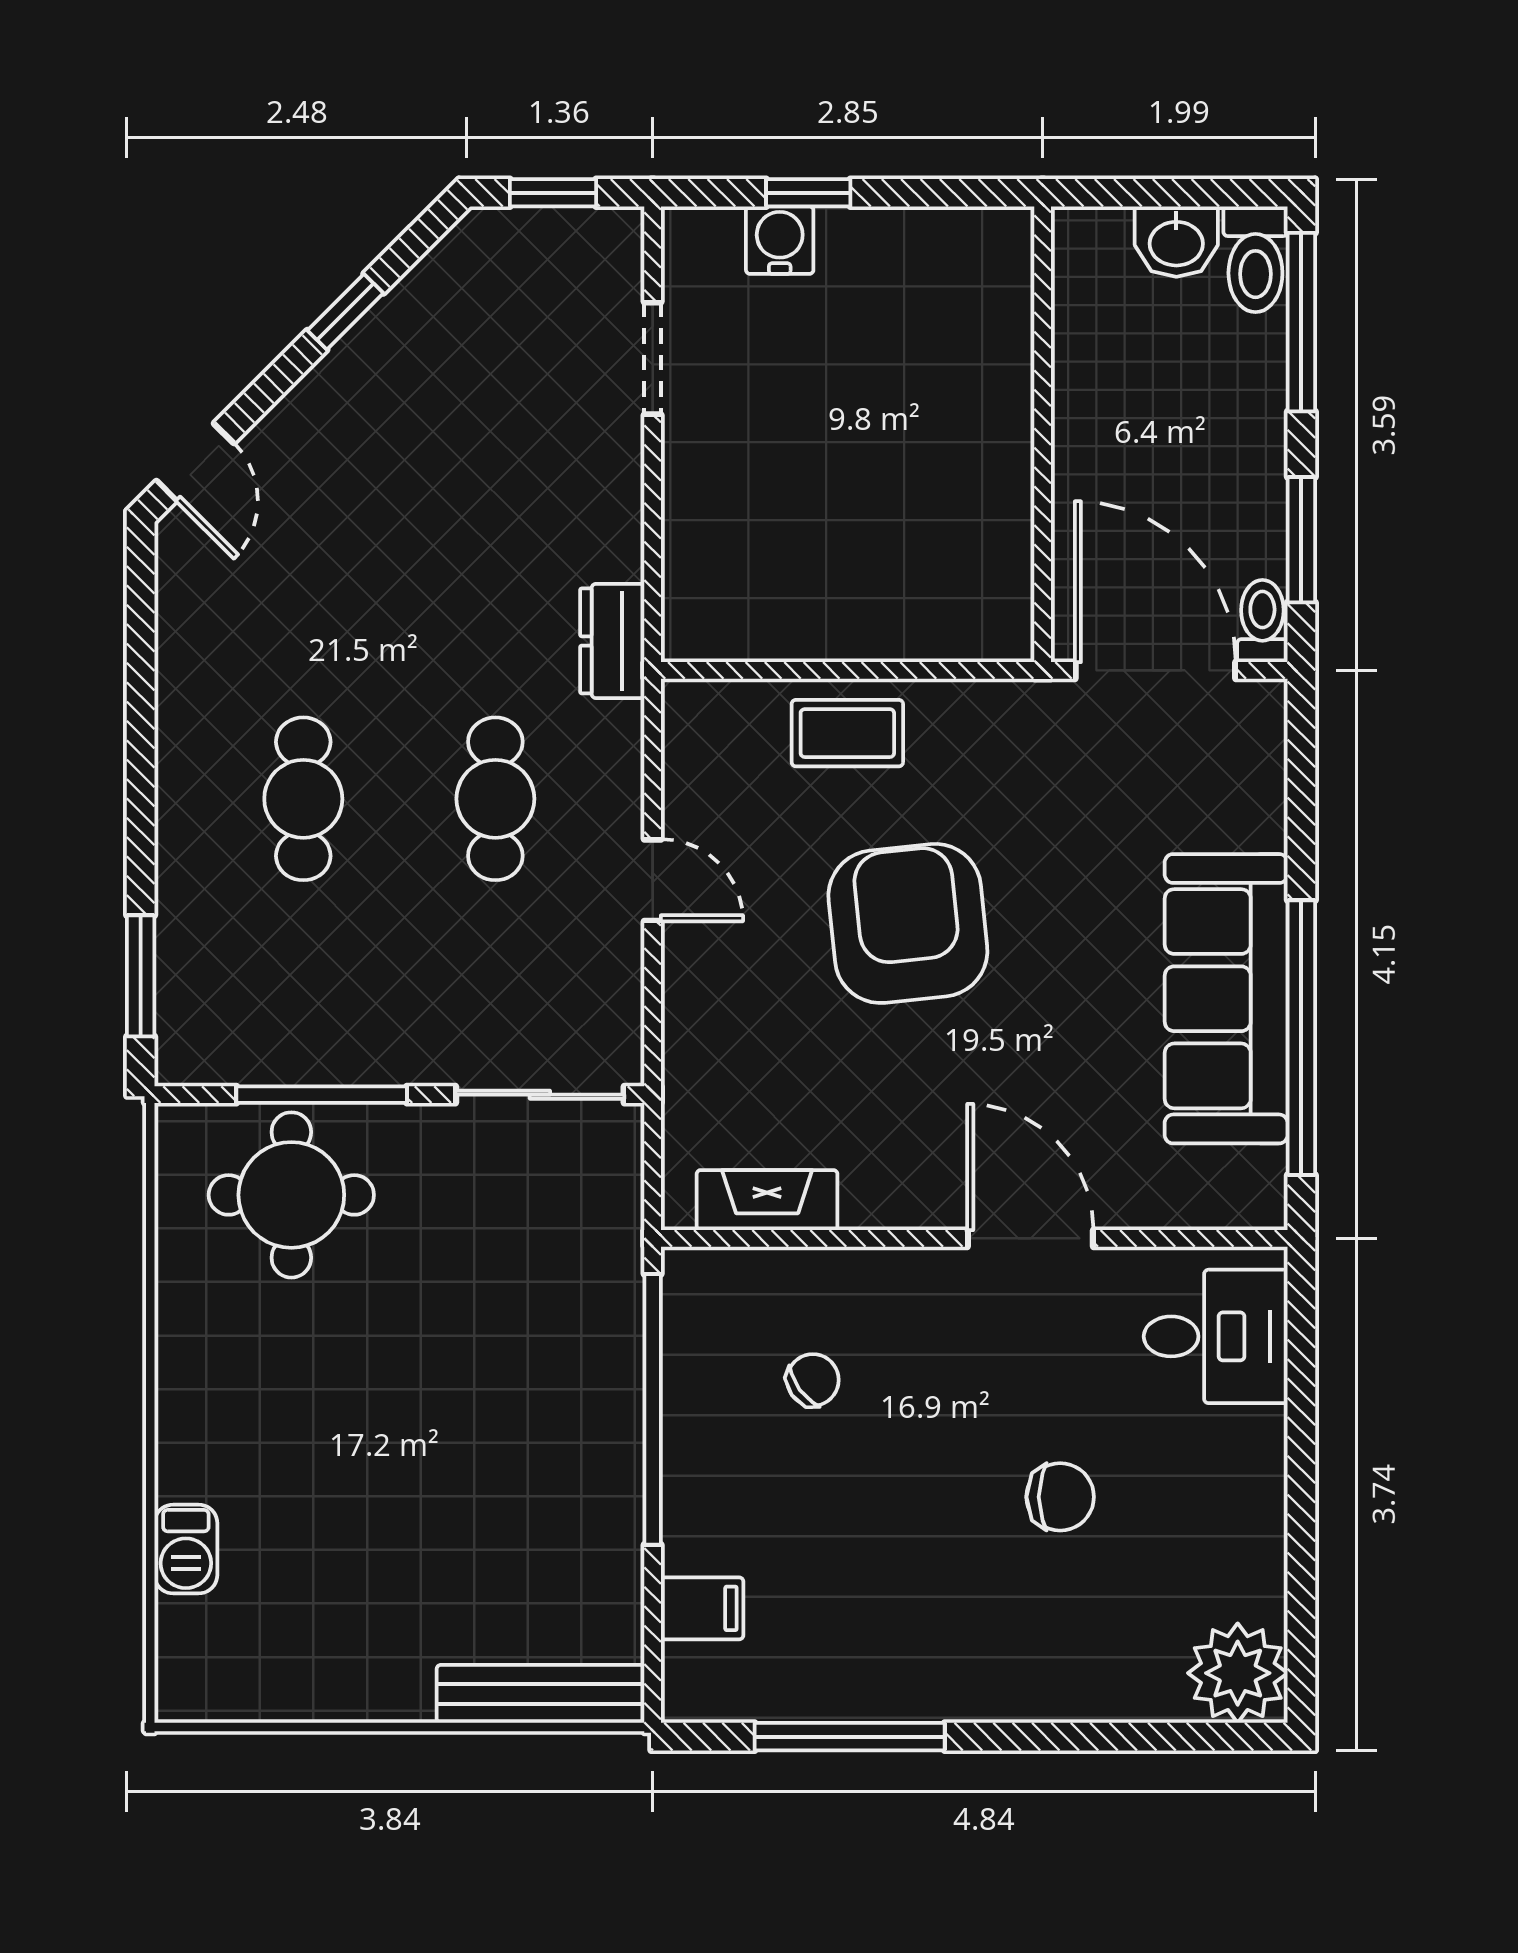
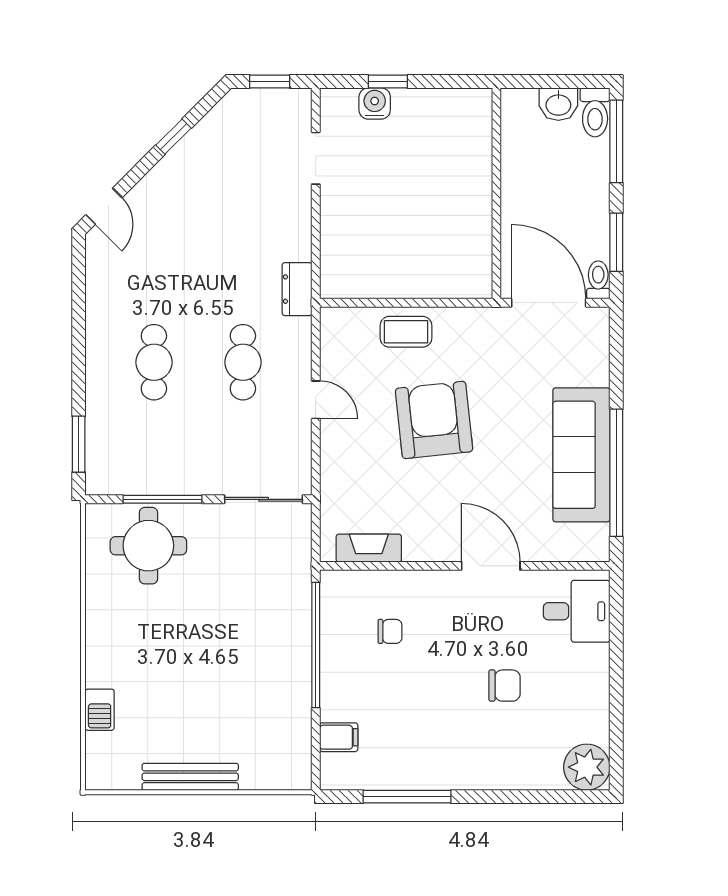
chair: (813, 1380) -> (390, 631), turned 36
bench: (540, 1694) -> (190, 777), moved

